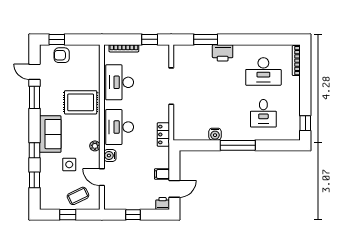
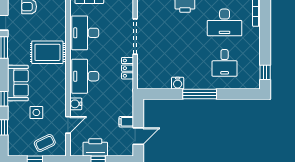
locker: (163, 135) -> (127, 68), moved
plant: (95, 146) -> (61, 95), removed
door: (102, 177) -> (68, 125), swing flipped
printer: (163, 203) -> (95, 147), moved, width x1.87, depth x1.48

